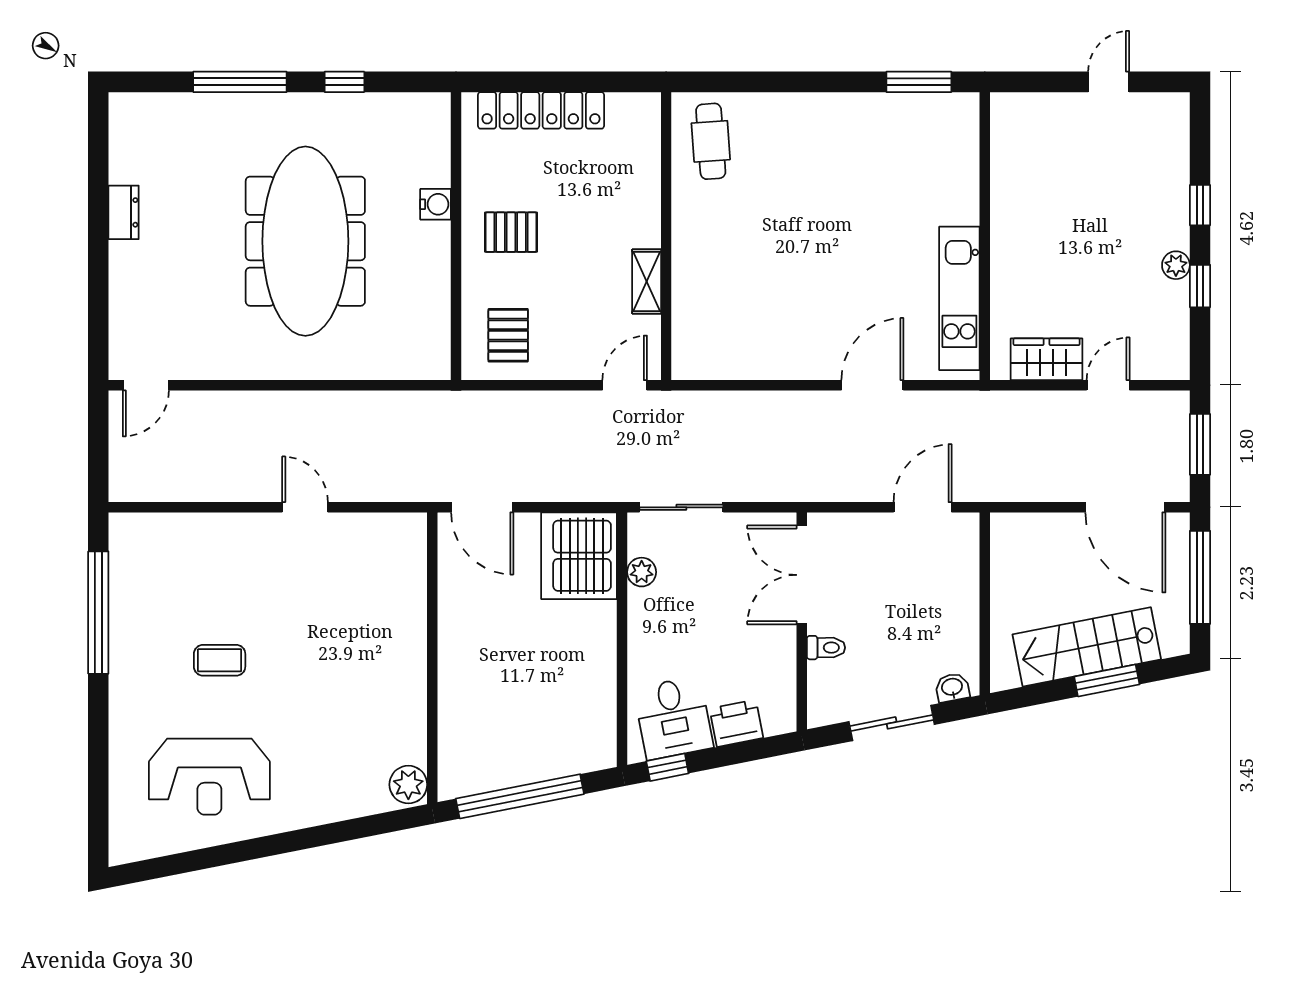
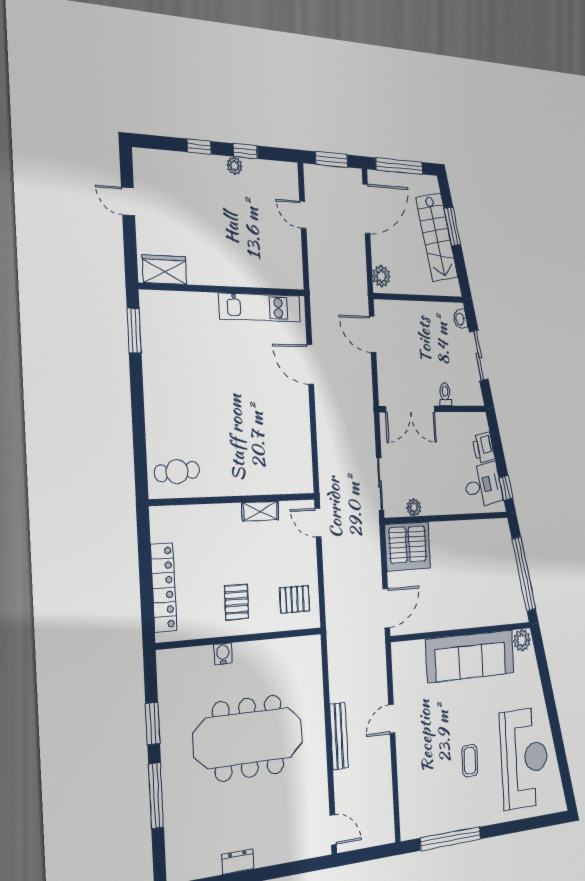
window: (344, 82) -> (153, 724), width x1.50
wardrobe: (1047, 359) -> (165, 270), moved, turned 90
bench: (289, 405) -> (339, 736), added
plant: (1017, 530) -> (381, 276), added
sofa: (391, 672) -> (470, 656), added
reception desk: (209, 777) -> (524, 758), width x1.36, depth x1.30

